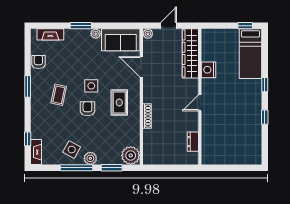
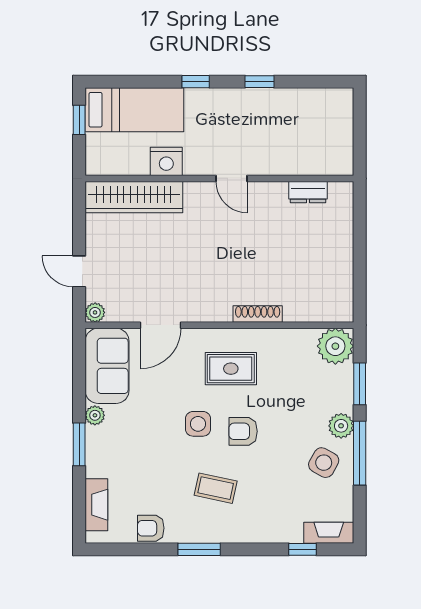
wardrobe: (190, 53) -> (134, 197), moved
nightstand: (208, 70) -> (166, 161), moved
wall: (200, 97) -> (219, 178), moved
door: (200, 103) -> (232, 178), moved
dresser: (193, 142) -> (308, 192), moved

